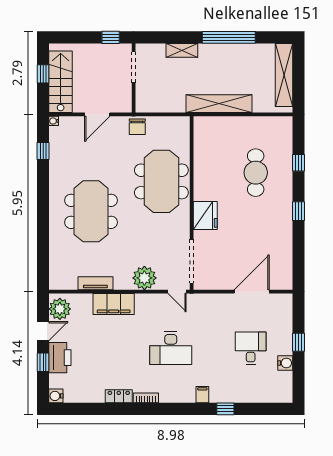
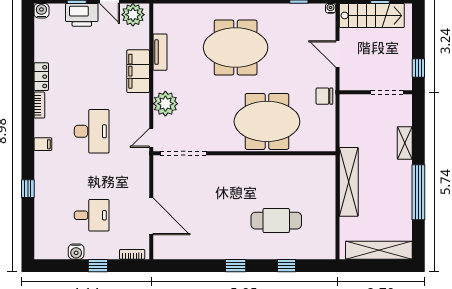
fridge: (205, 215) -> (231, 168), removed
bookcase: (288, 310) -> (132, 254), added
desk: (171, 348) -> (92, 131), turned 180
filing cabinet: (202, 395) -> (43, 144), moved

